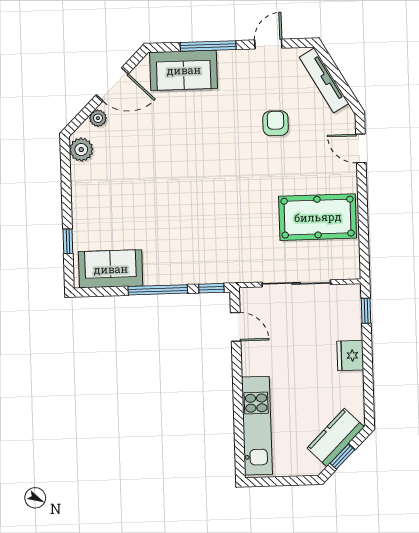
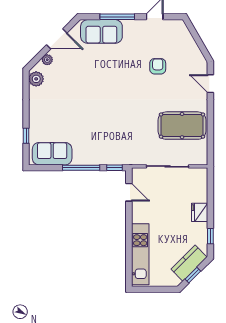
tv unit: (324, 80) -> (189, 41), removed
window: (366, 311) -> (210, 236), moved

